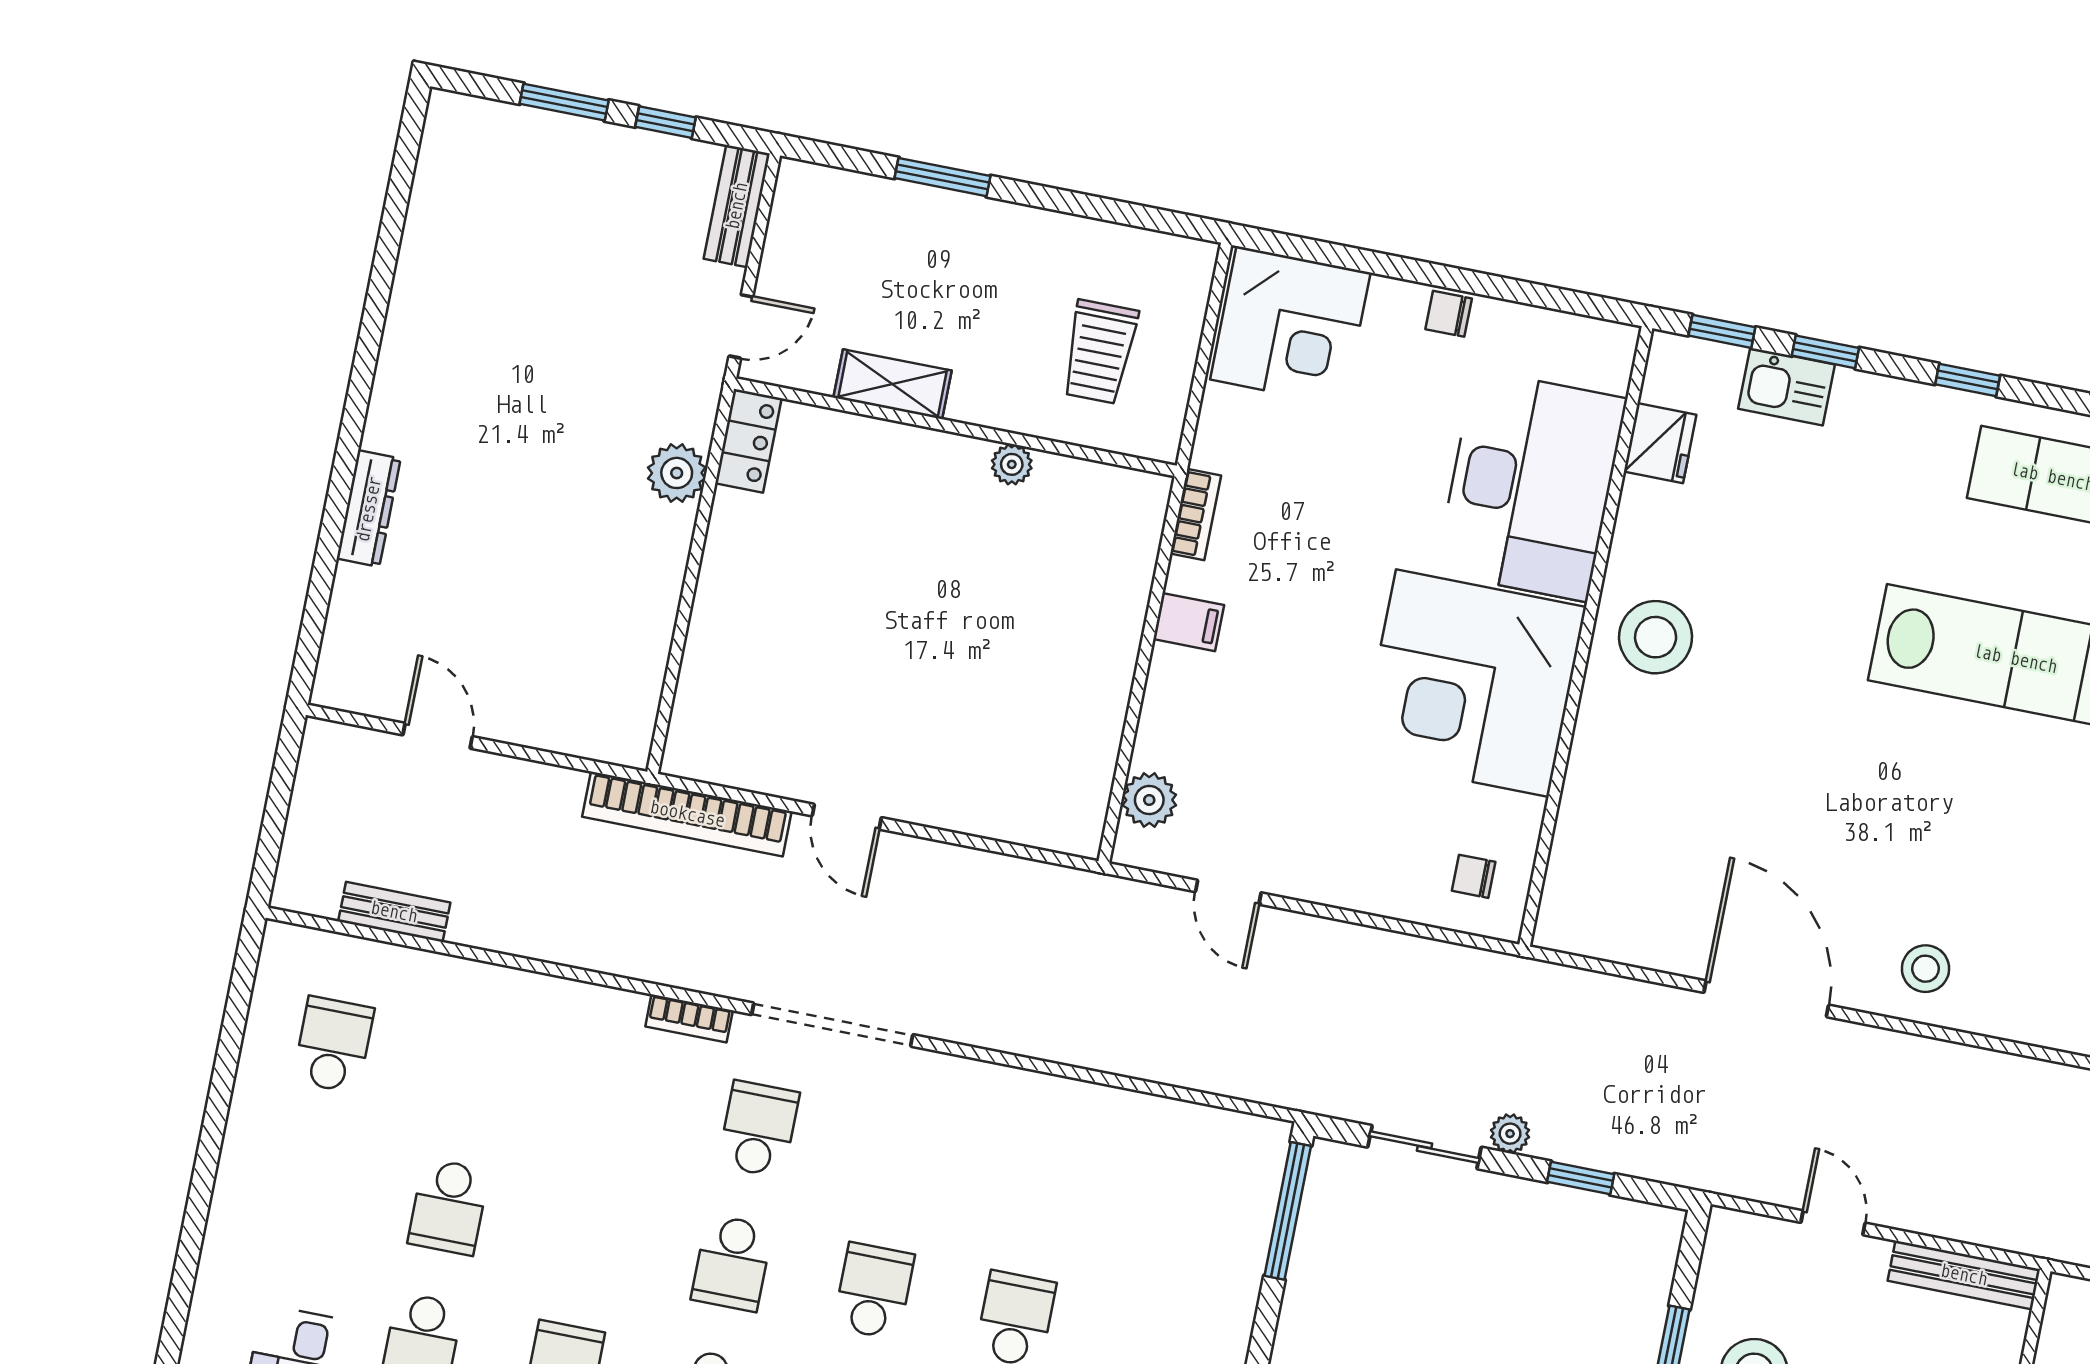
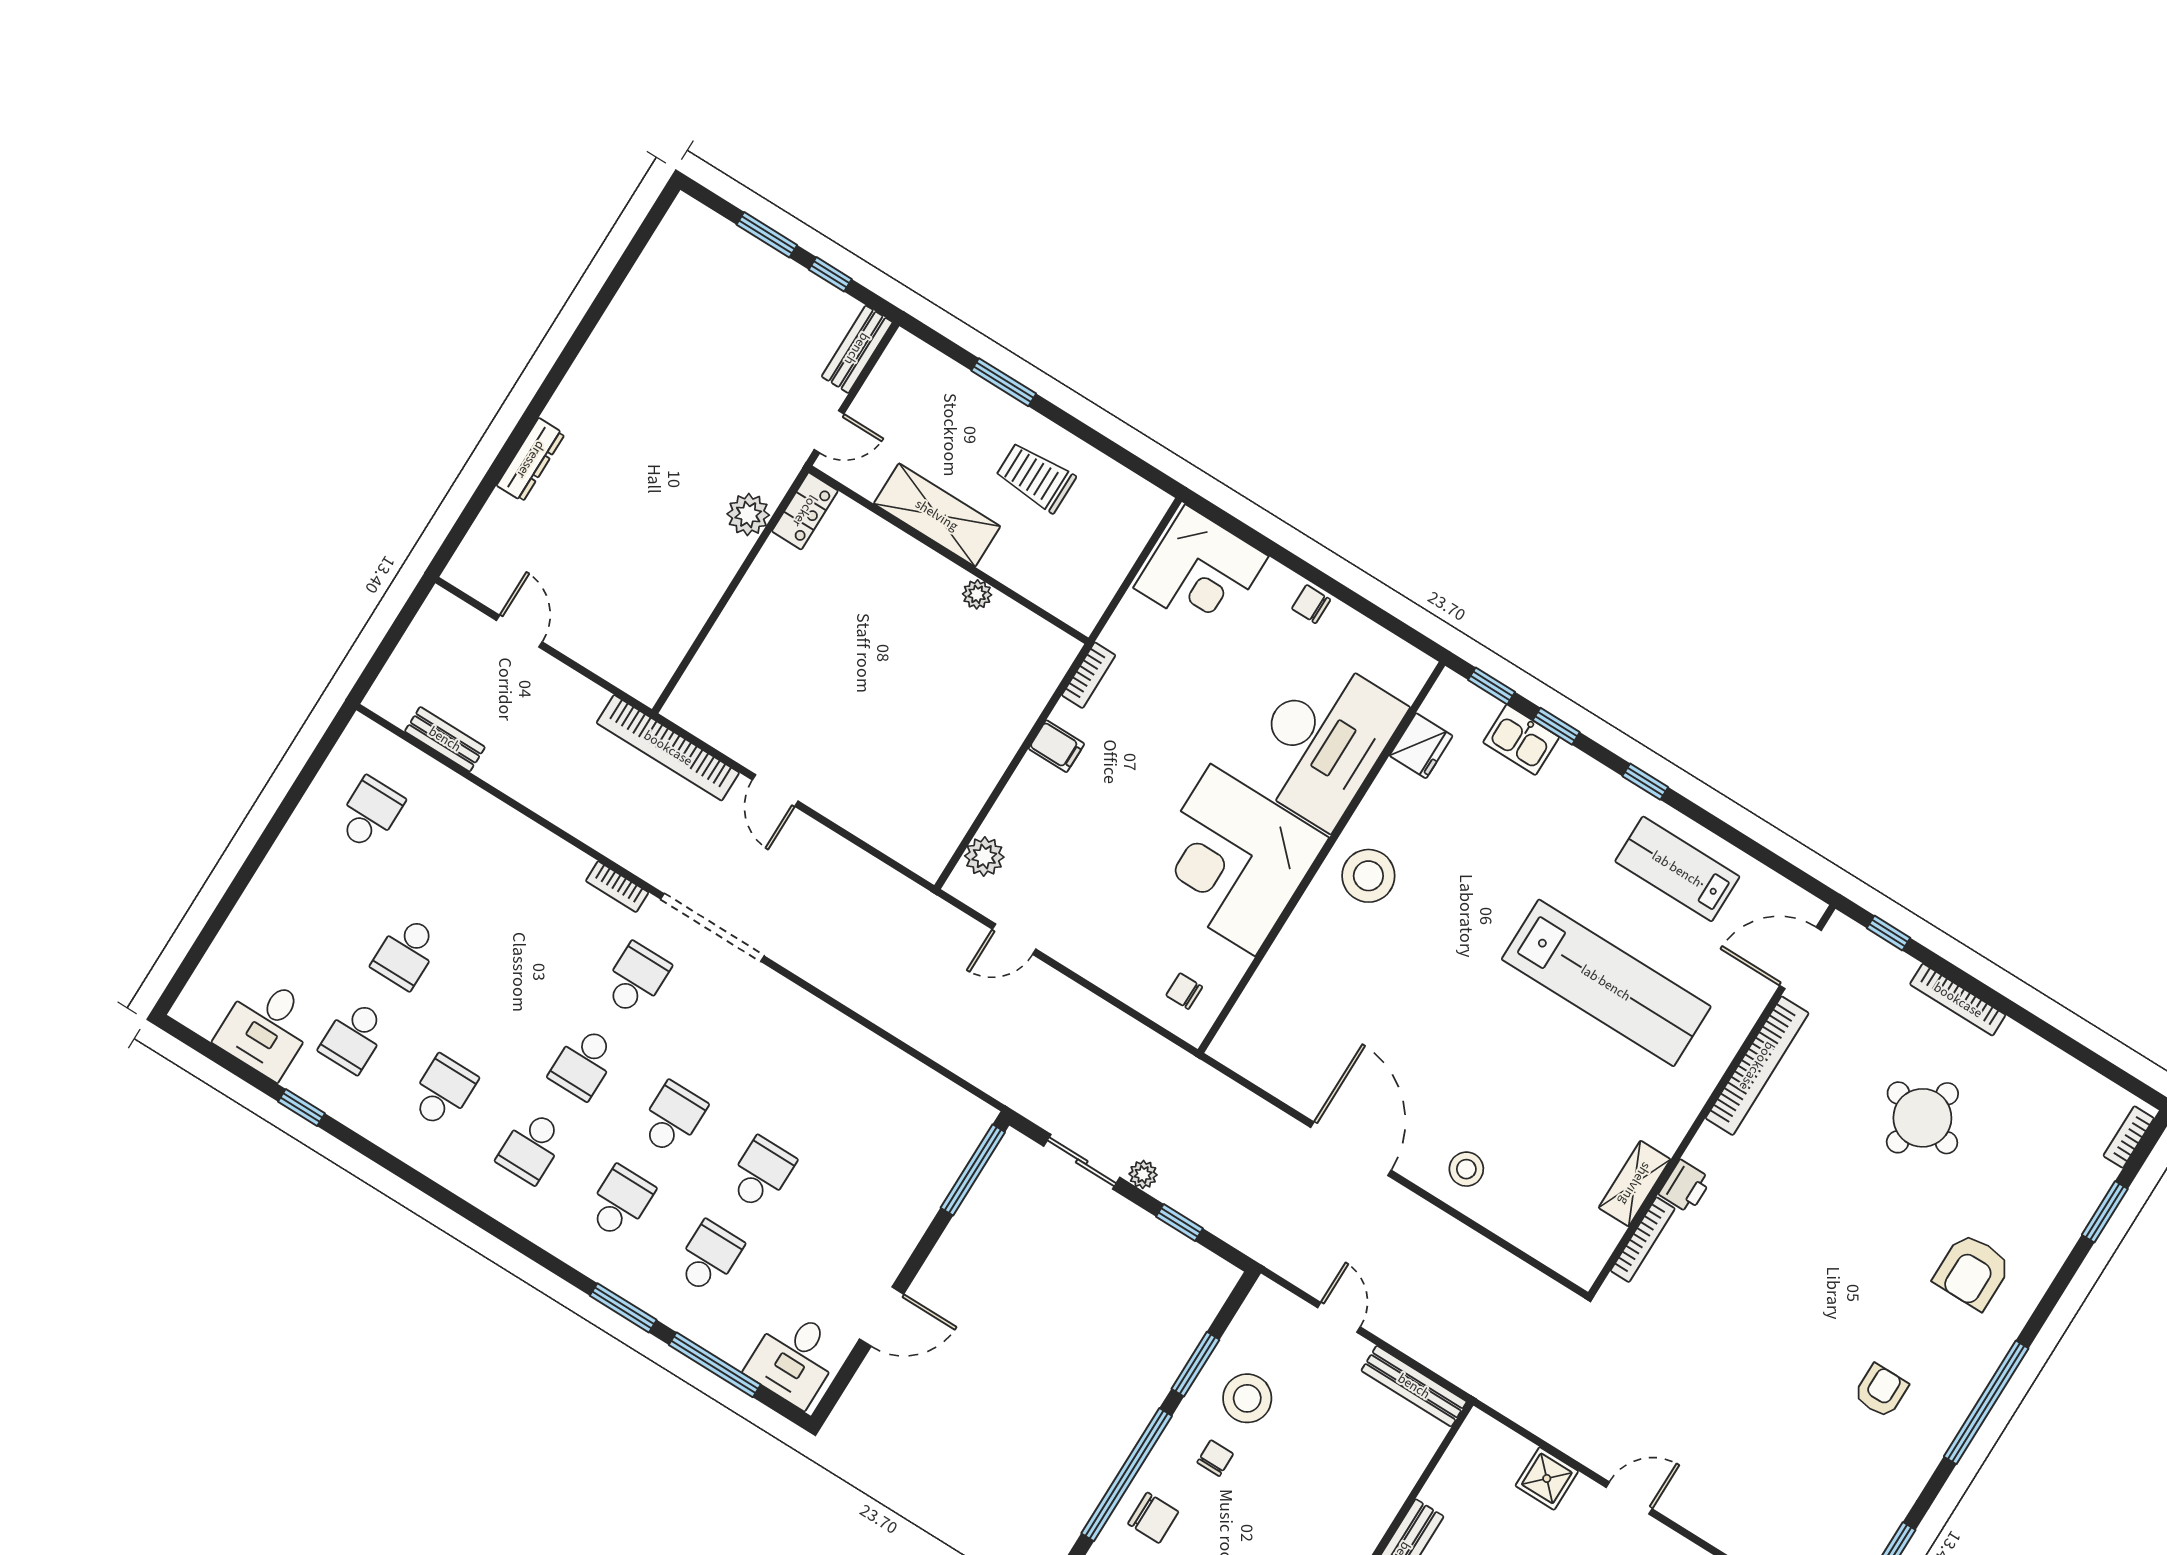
trolley: (1100, 352) -> (1036, 477), moved, turned 90
shelving: (892, 384) -> (937, 515), width x1.50, depth x1.33
door: (1228, 892) -> (1014, 939), hinge flipped

